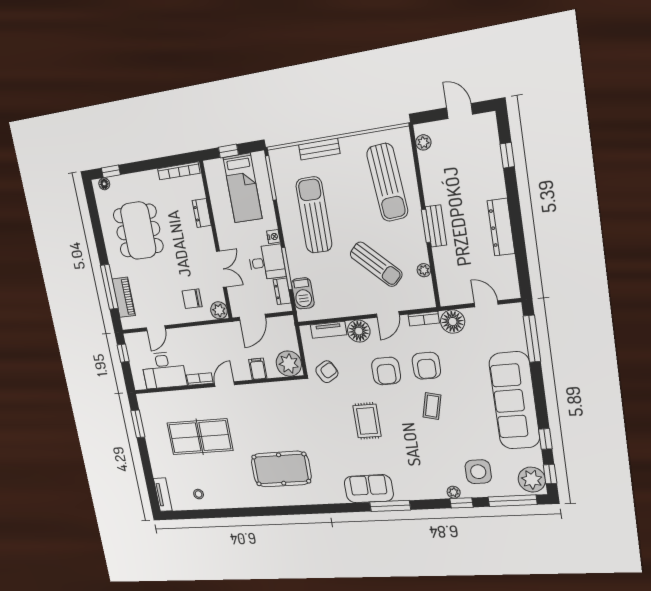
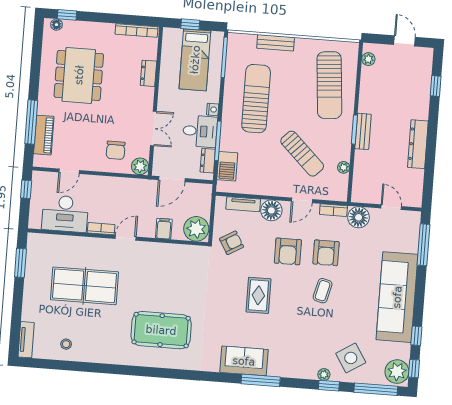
chair: (192, 299) -> (116, 150), turned -90
side table: (478, 472) -> (351, 358), turned -32

